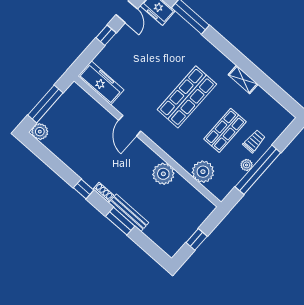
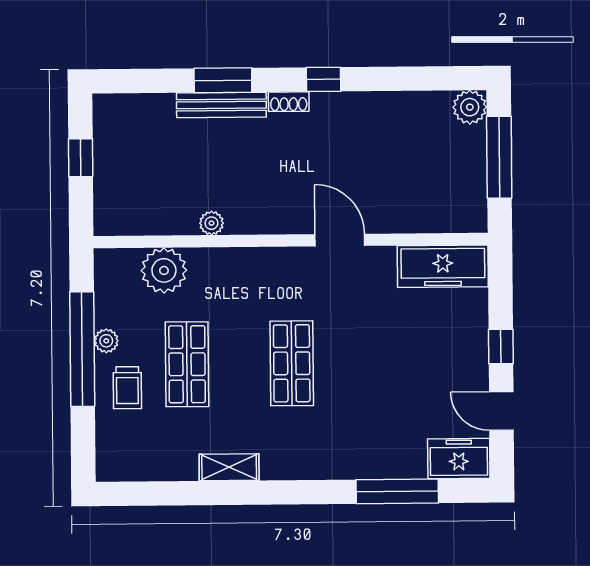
shop shelf: (187, 97) -> (292, 363), width x0.70, depth x0.74
plant: (163, 174) -> (211, 223), width x0.53, depth x0.53

